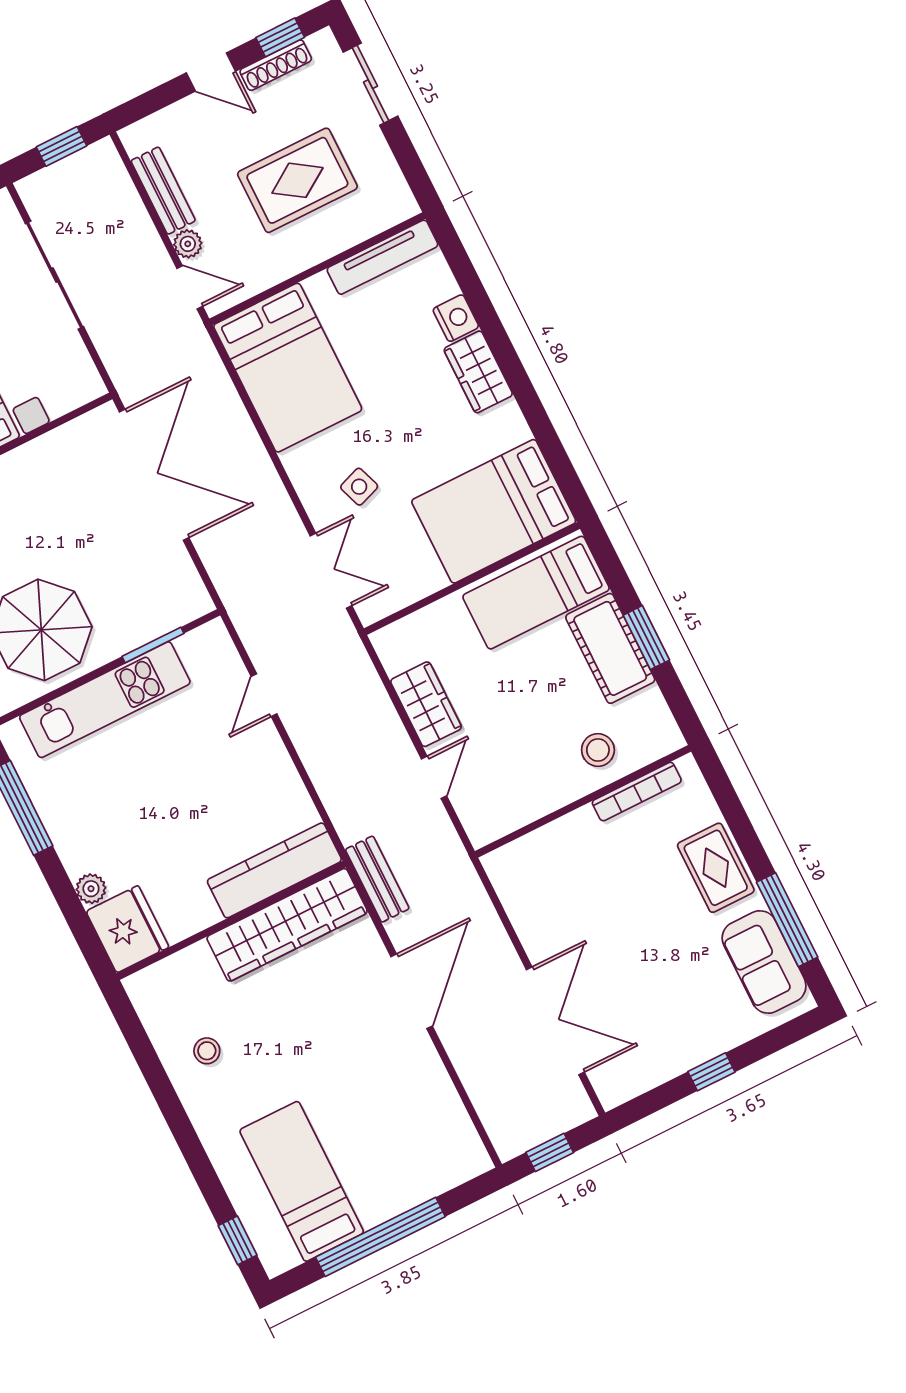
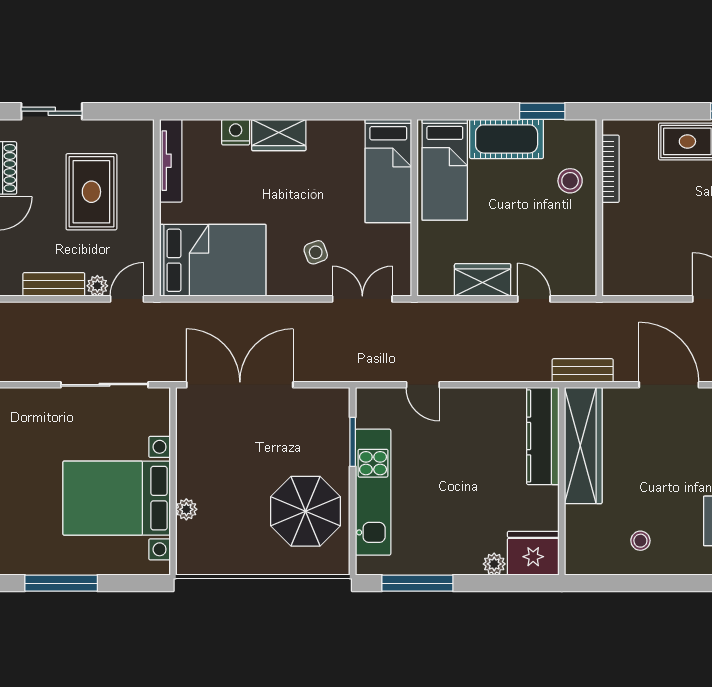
sliding door: (55, 275) -> (105, 385), moved
bed: (494, 511) -> (388, 171), width x0.67
window: (646, 638) -> (542, 111), moved

